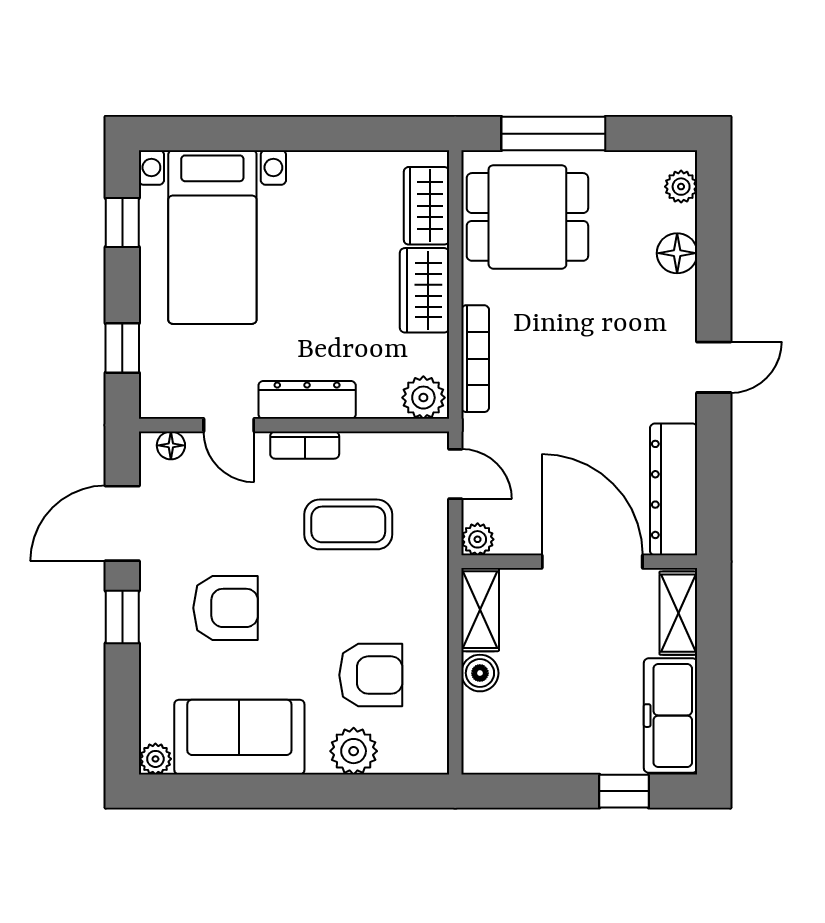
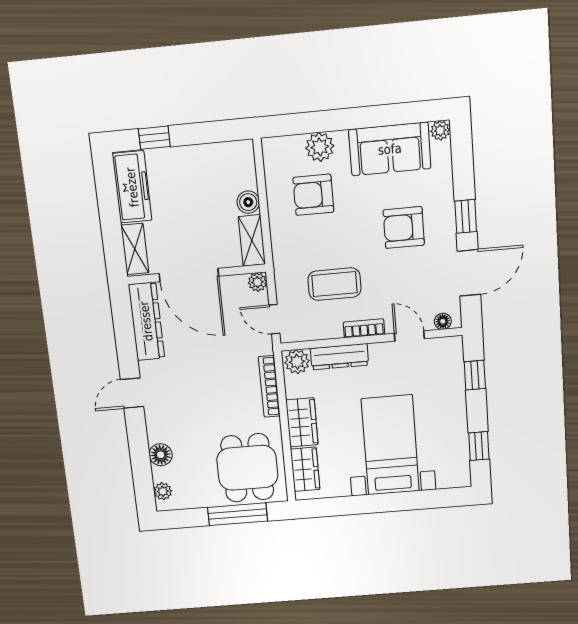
dining table: (527, 217) -> (247, 468), turned 90
bed with nightstands: (212, 237) -> (390, 445), moved
dresser: (307, 400) -> (339, 357), moved

